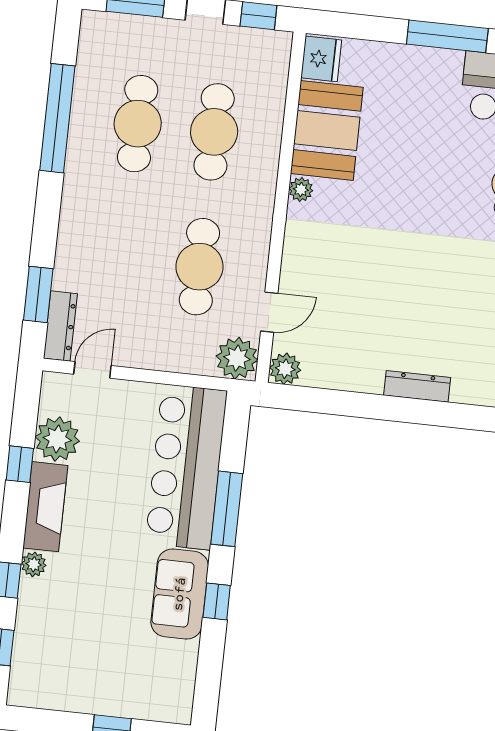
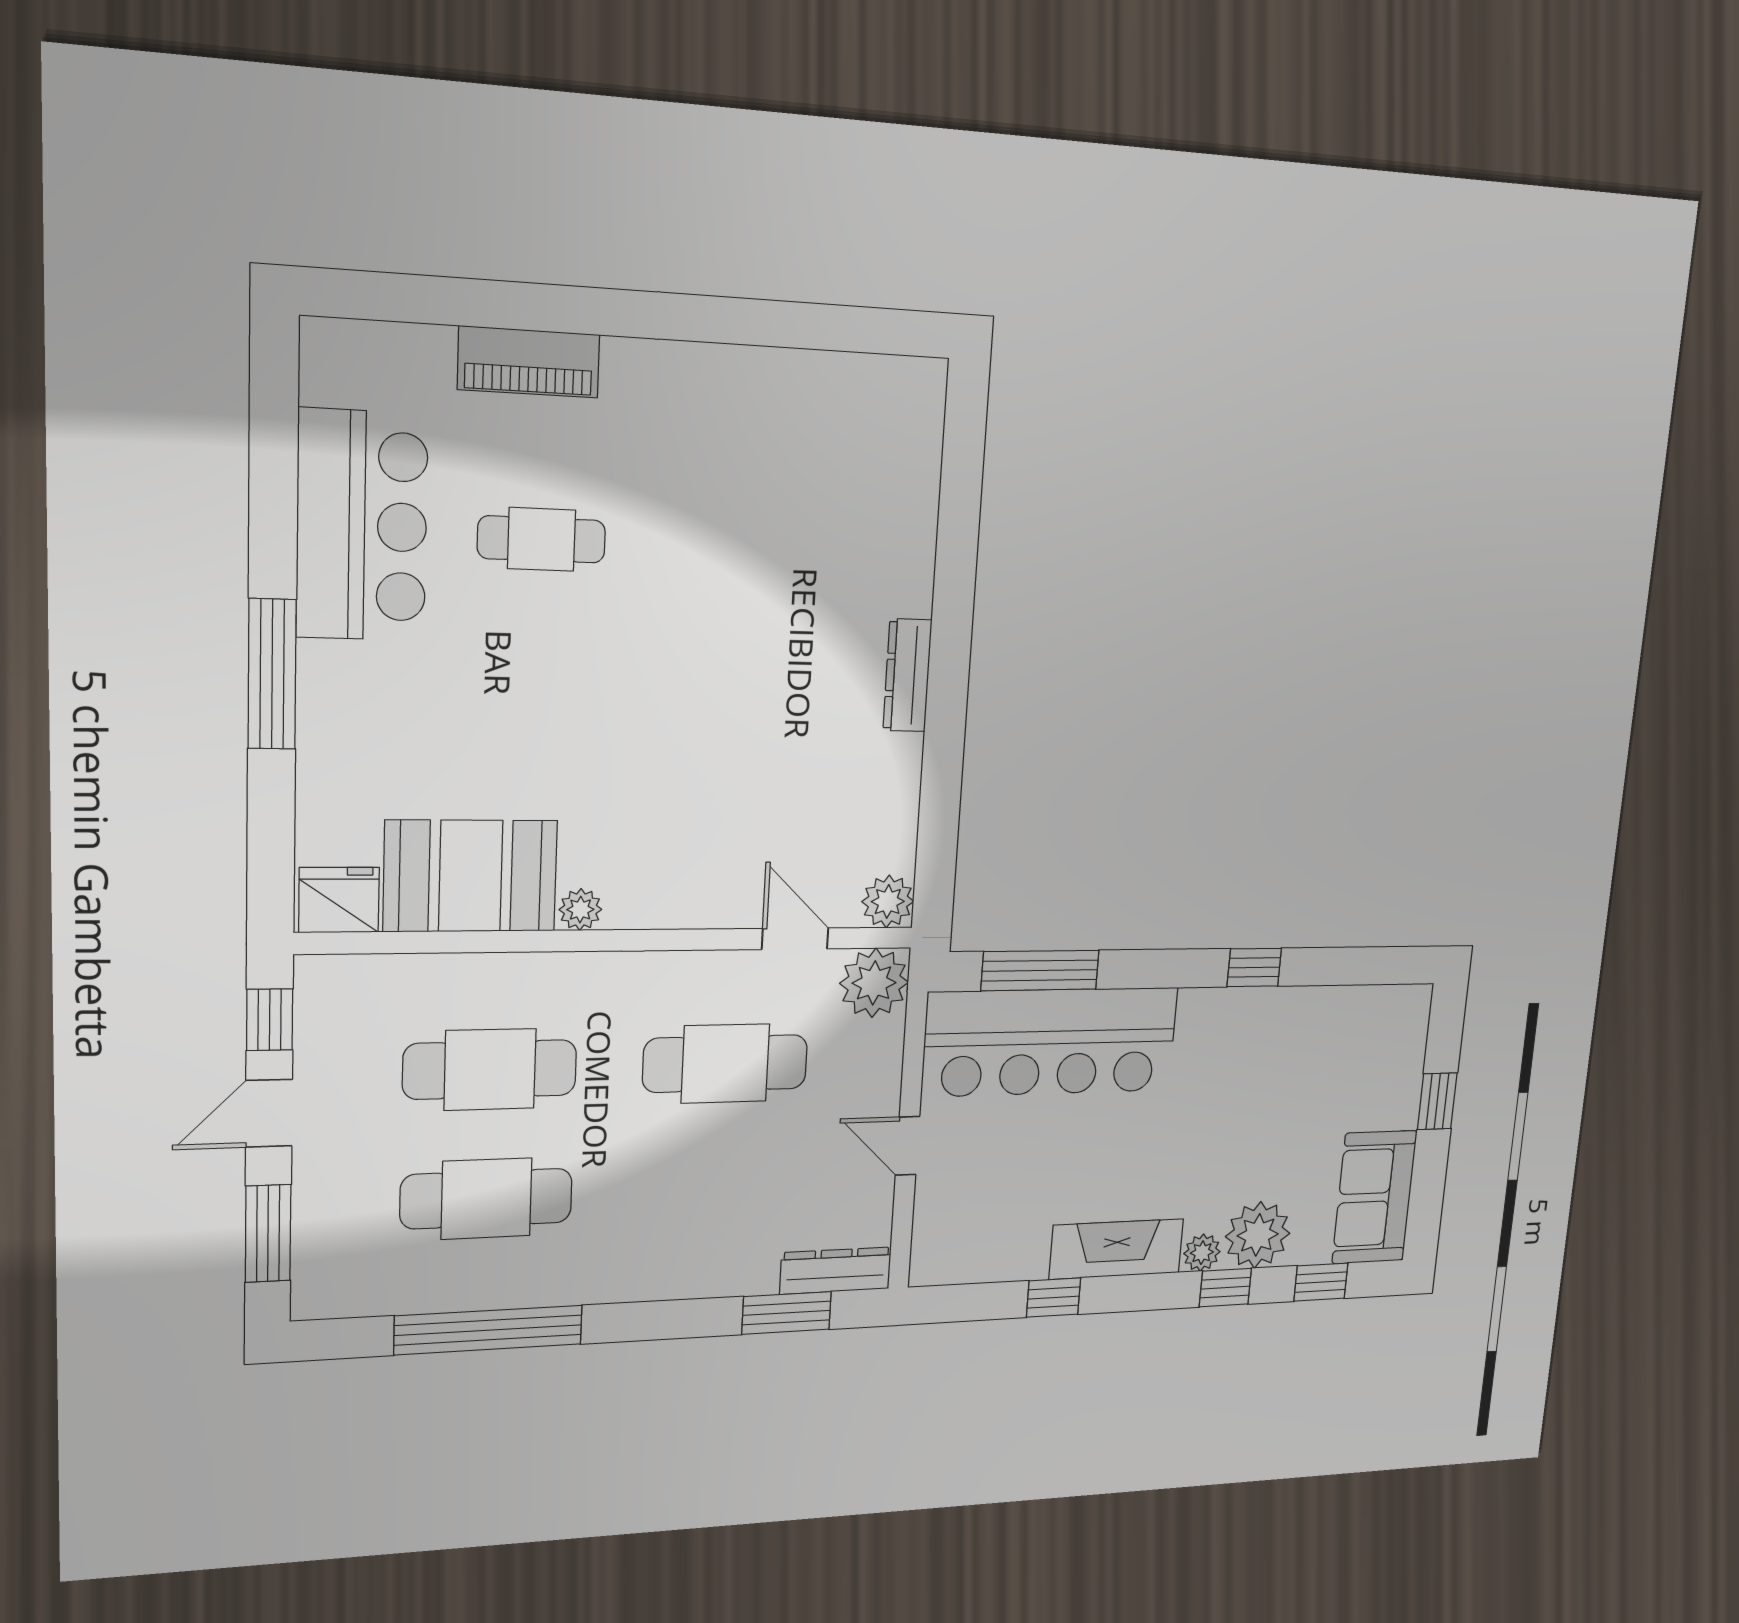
door: (92, 370) -> (907, 1146), moved
plant: (57, 439) -> (1258, 1235), moved
window: (227, 509) -> (1040, 970), moved
sofa: (180, 594) -> (1374, 1197), moved, turned 90

